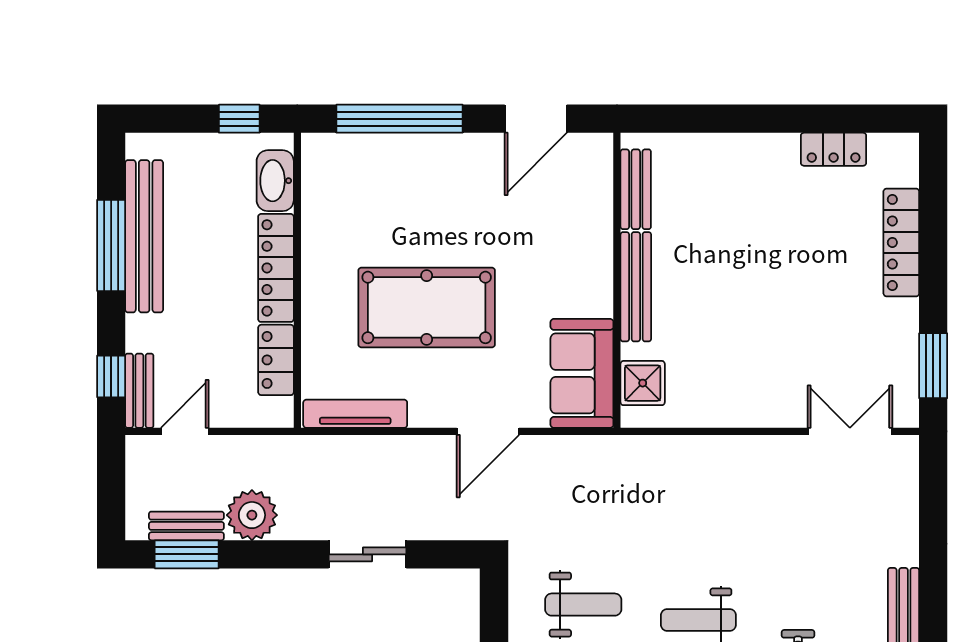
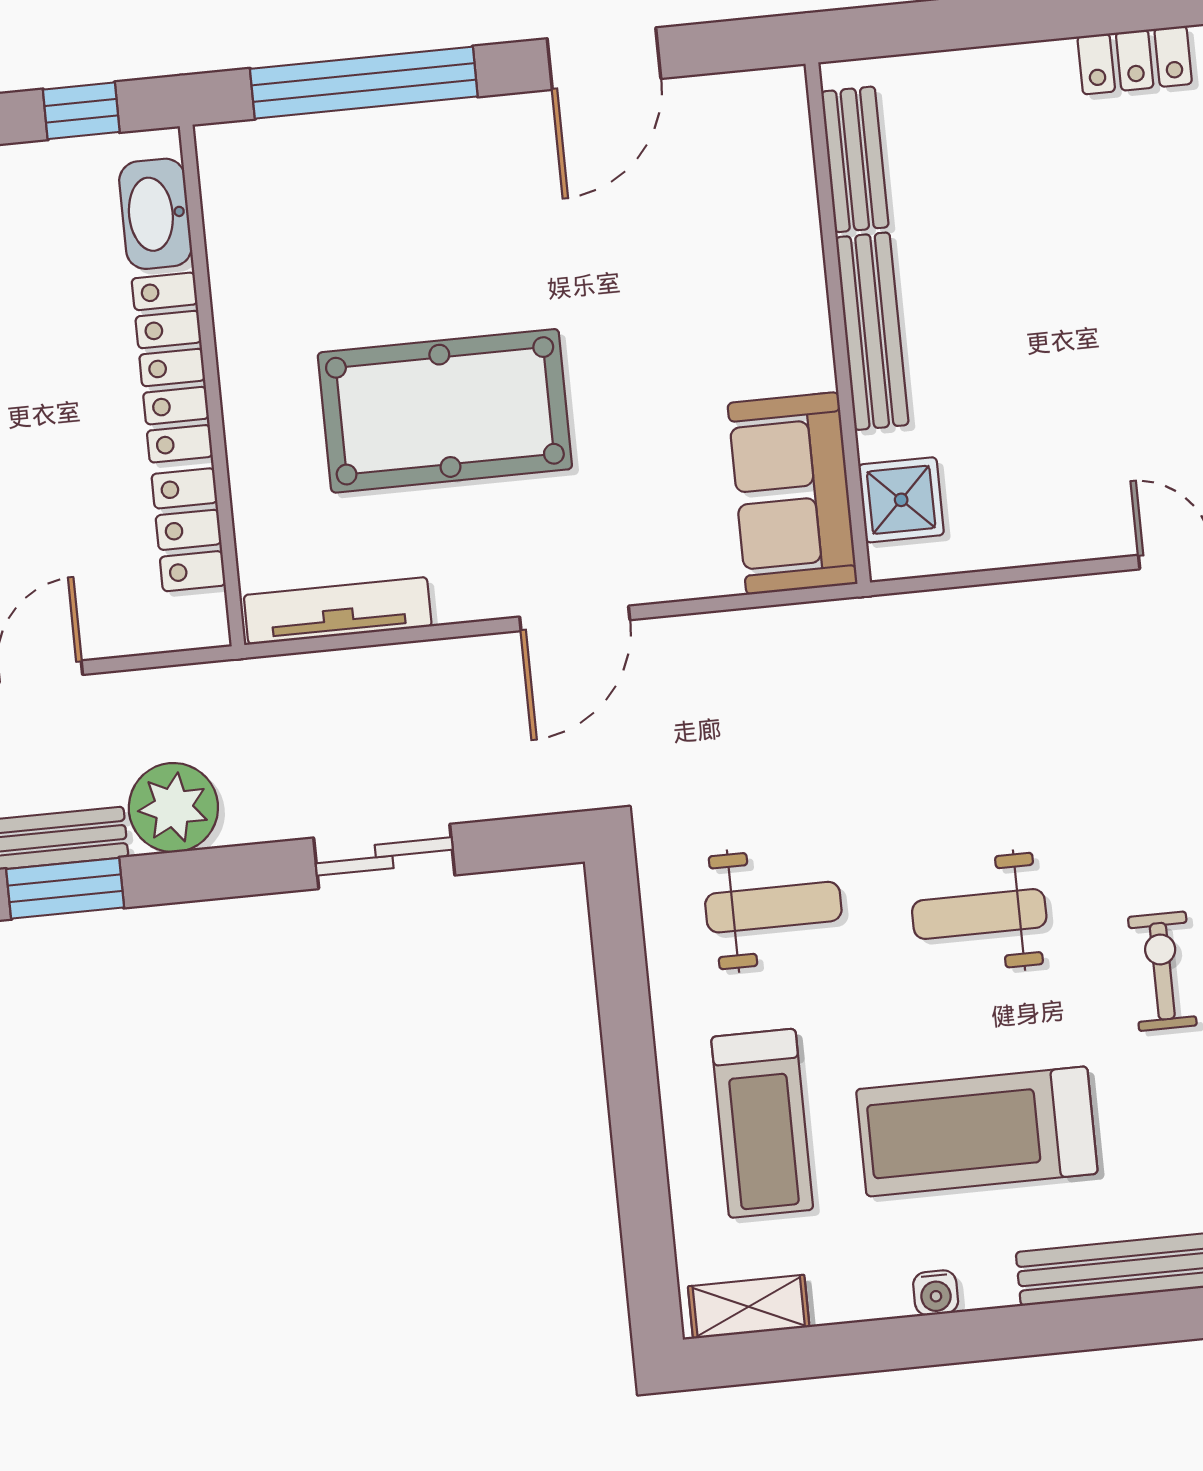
bench: (636, 189) -> (855, 159), moved
wall: (617, 280) -> (838, 323), moved
bench: (636, 287) -> (872, 331), moved
sofa: (582, 373) -> (792, 493), moved
shower: (643, 383) -> (901, 500), moved

